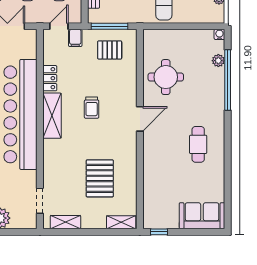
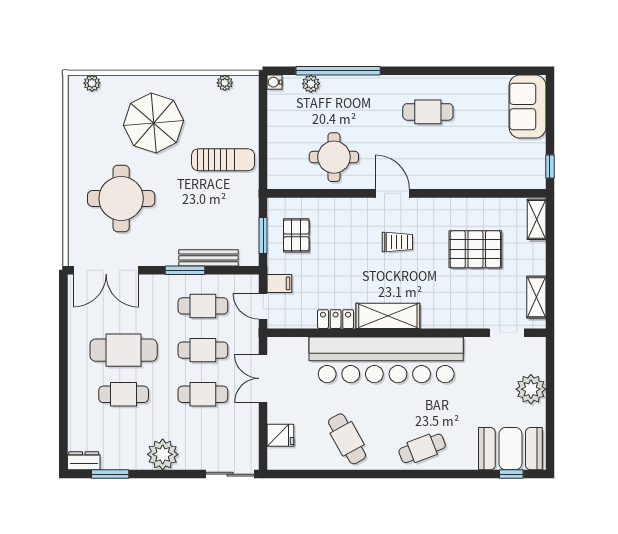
window: (110, 26) -> (263, 236), width x0.69
trolley: (92, 108) -> (397, 242), moved

